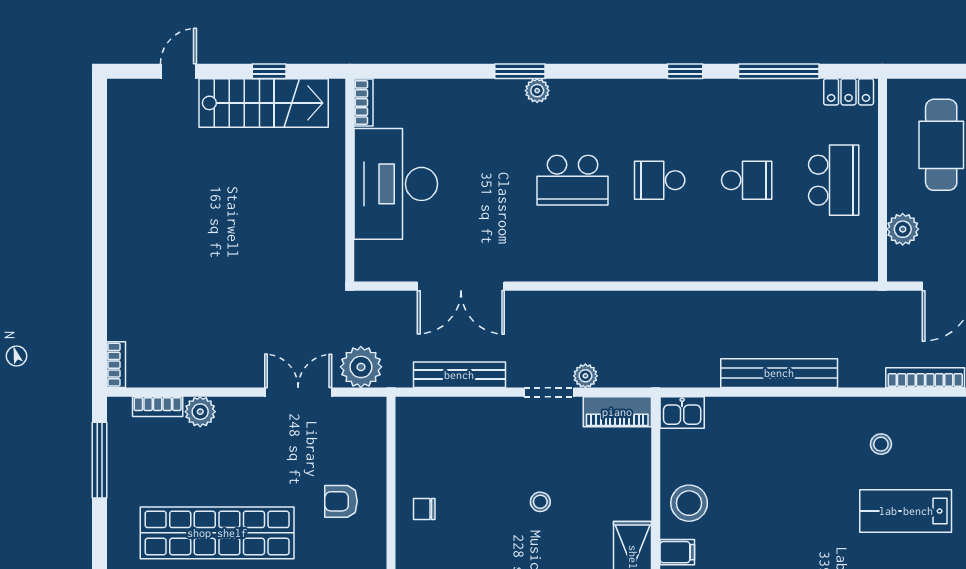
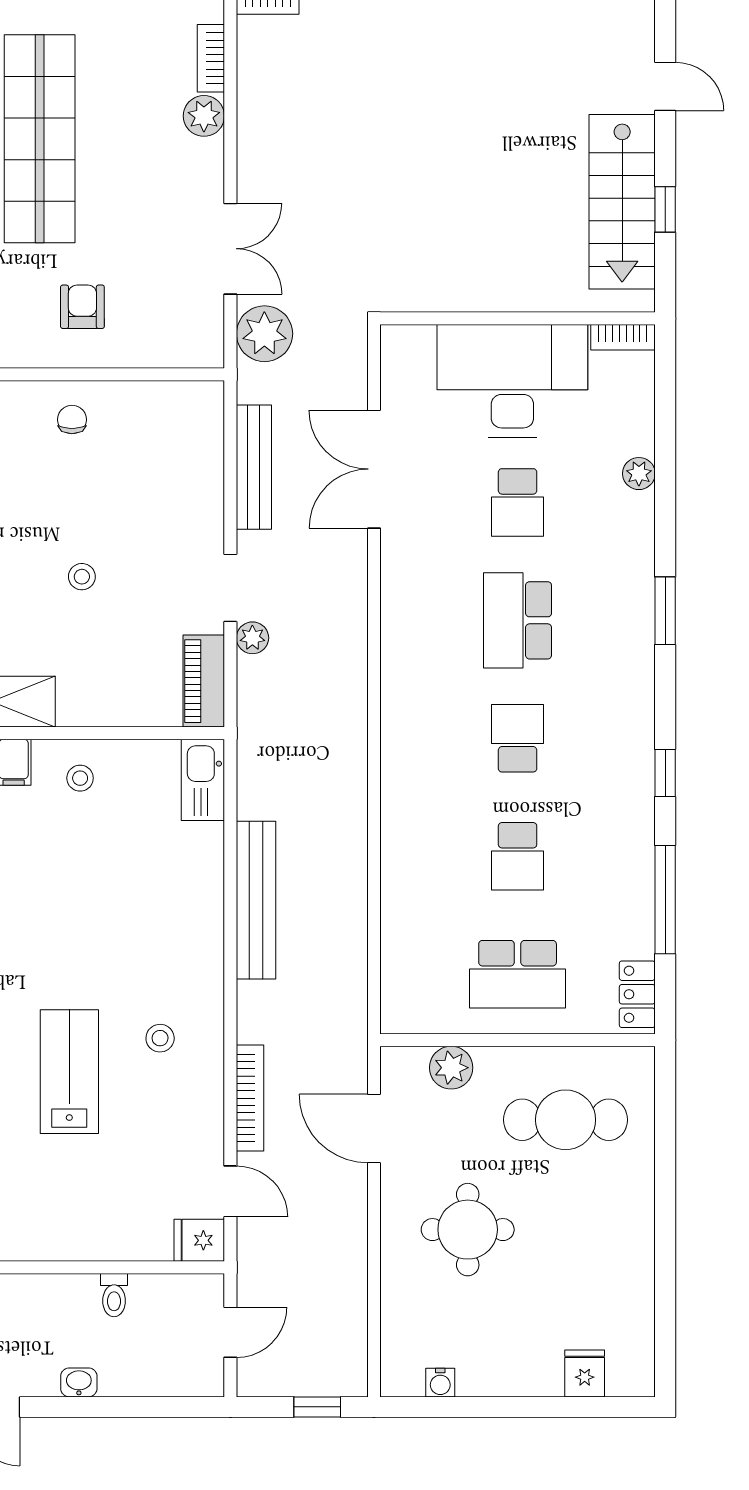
window: (520, 71) -> (665, 611), moved
plant: (537, 91) -> (639, 474), moved
school desk: (485, 180) -> (518, 502), added
kitchen sink: (682, 412) -> (203, 780), width x1.38
stool: (689, 503) -> (80, 778), width x0.53, depth x0.53

